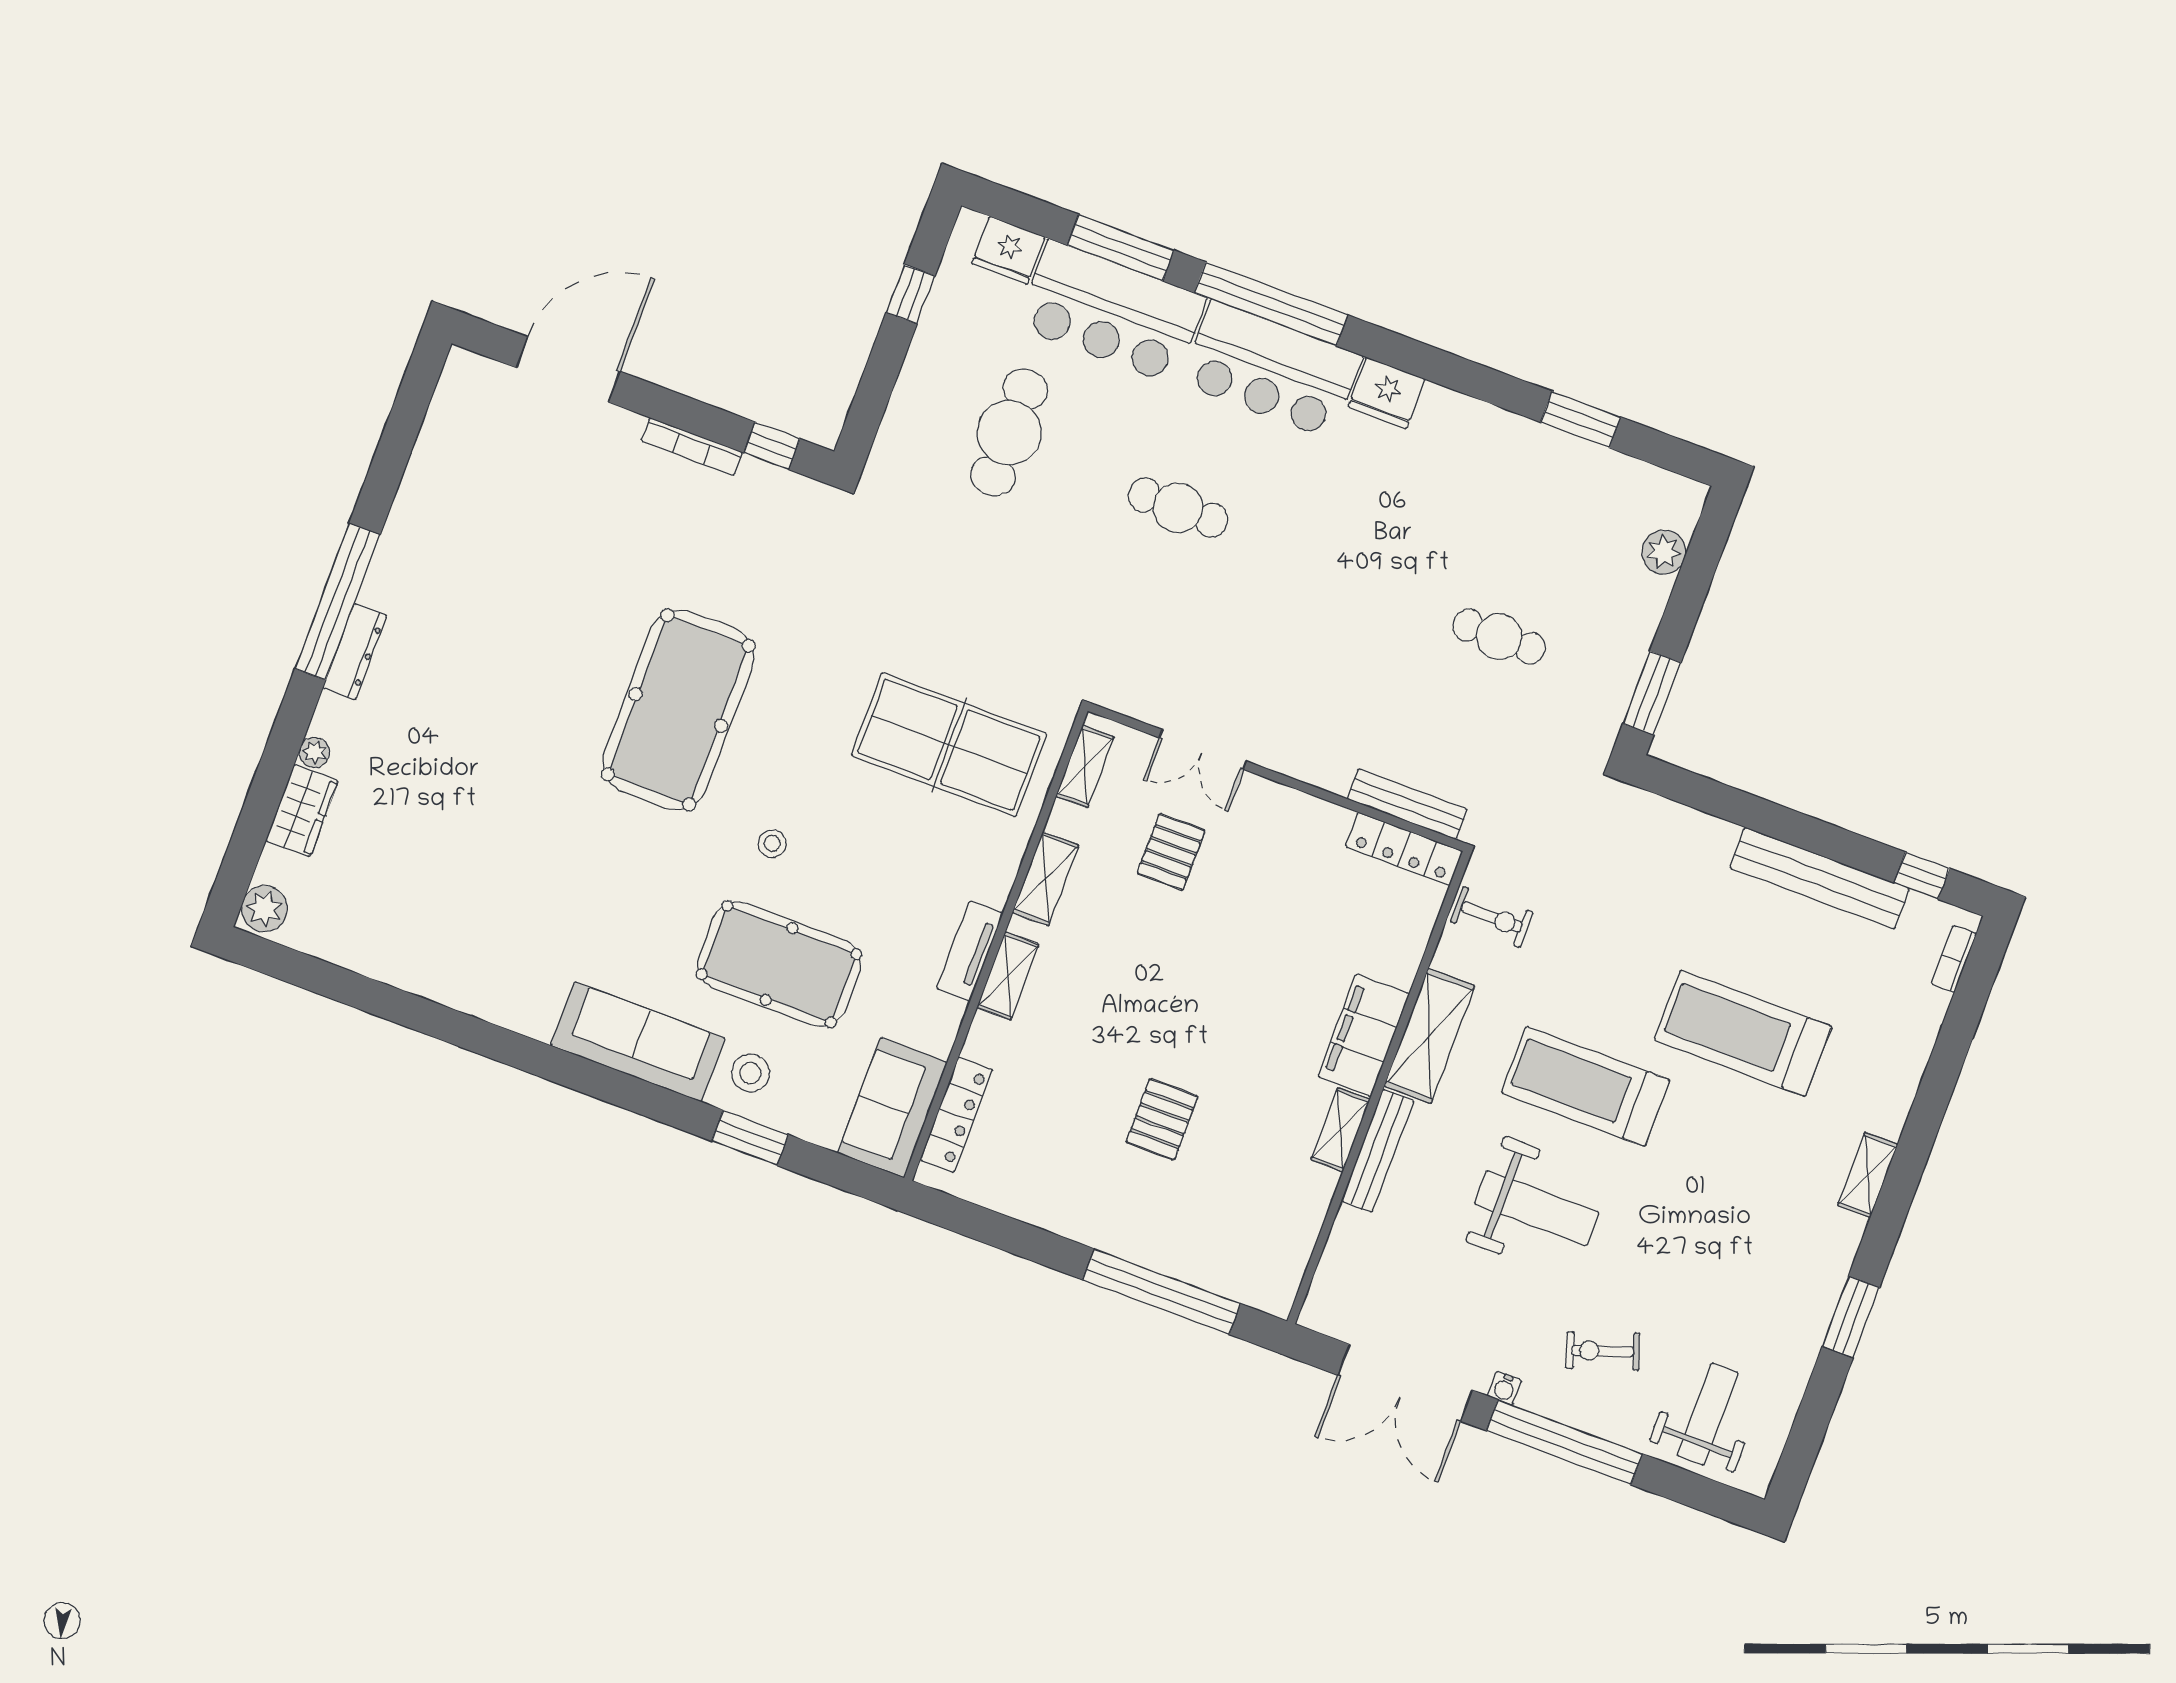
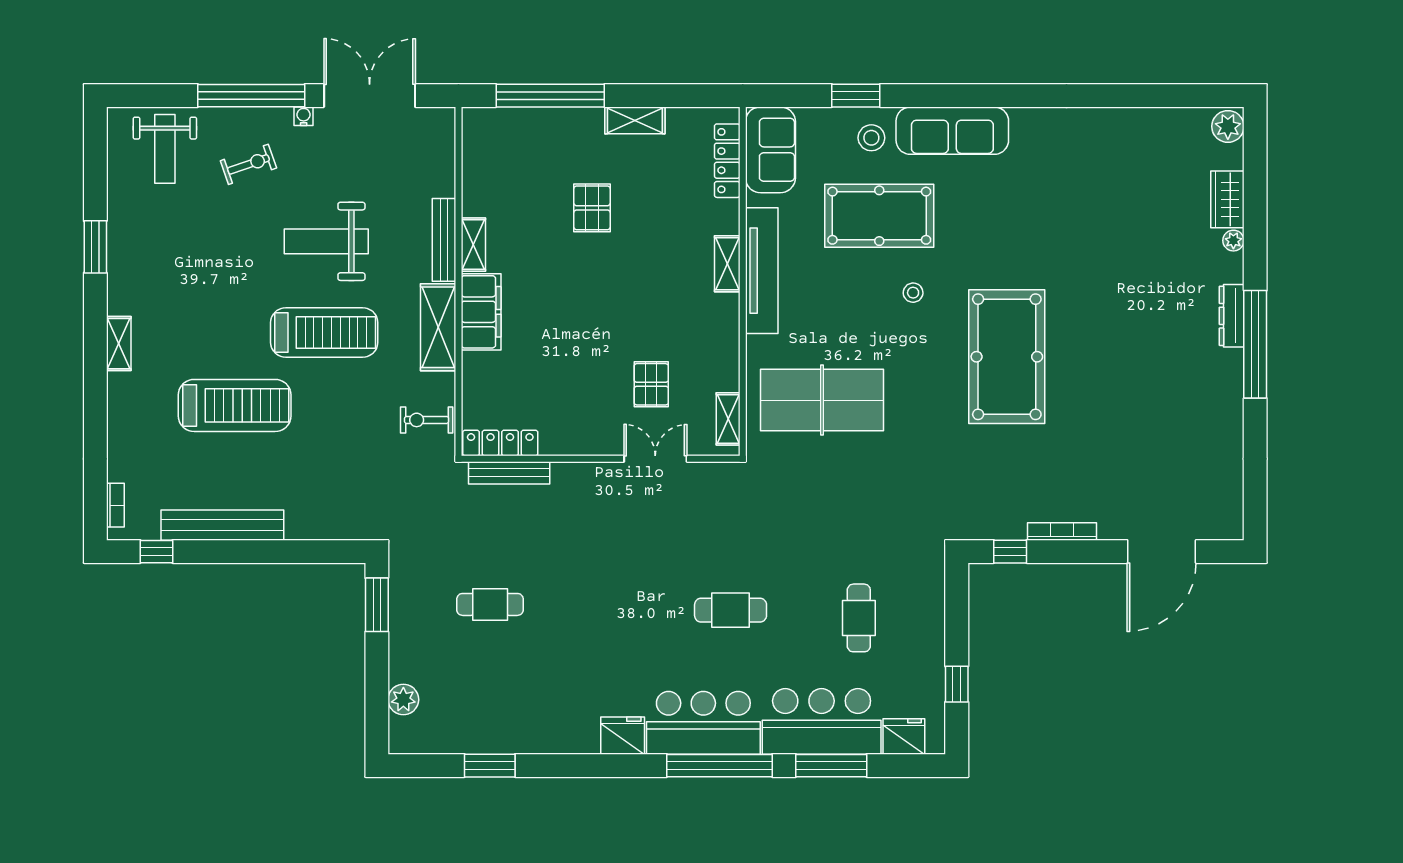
cafe table: (1009, 433) -> (859, 618), width x0.73, depth x0.74
shelving: (1046, 879) -> (635, 120), moved, turned 90
tv unit: (970, 951) -> (762, 271), width x1.92, depth x1.29

